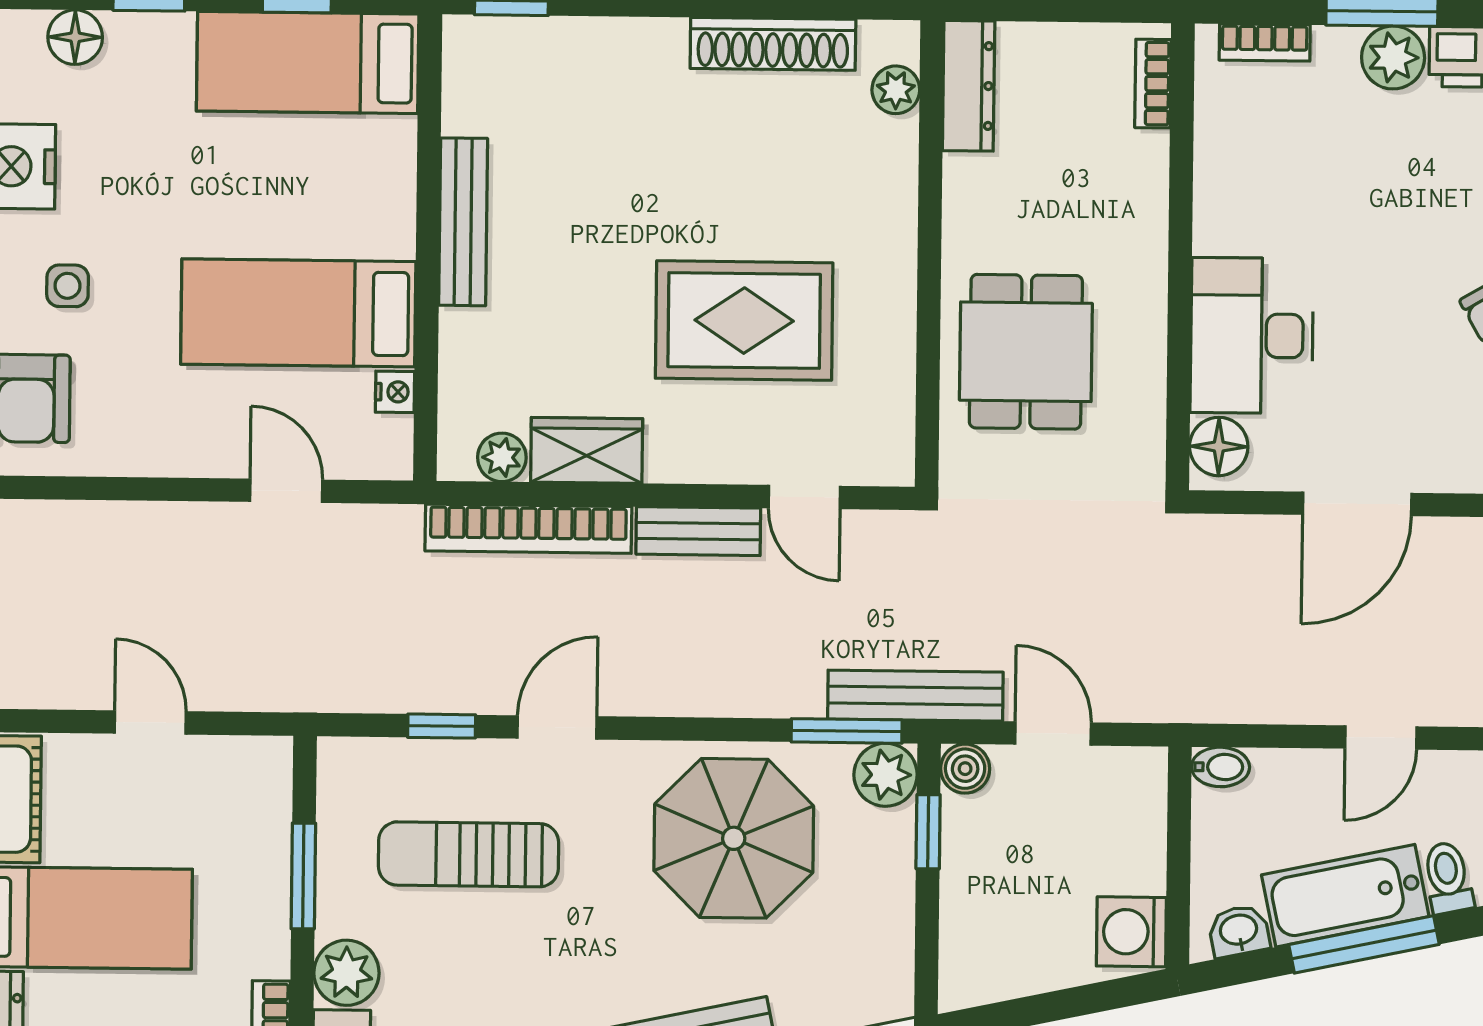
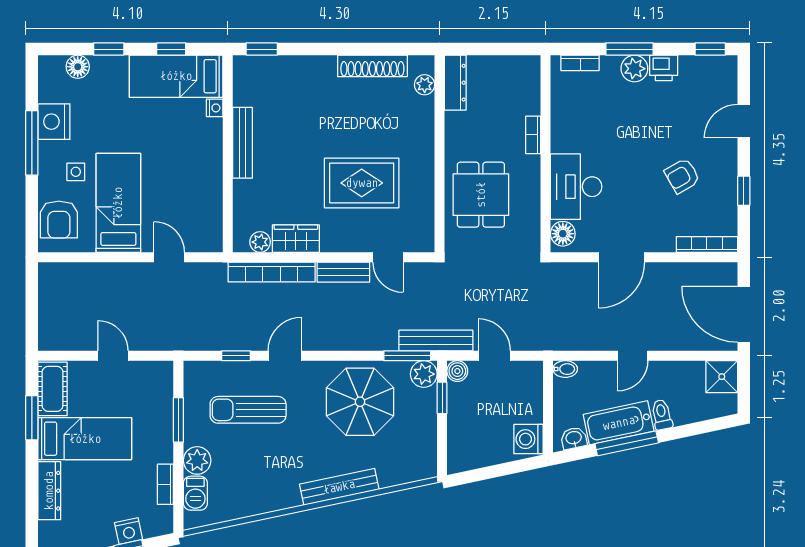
bookcase: (1153, 84) -> (533, 135), moved
bed: (298, 313) -> (118, 203), moved, turned 90
nightstand: (395, 392) -> (215, 108), moved

